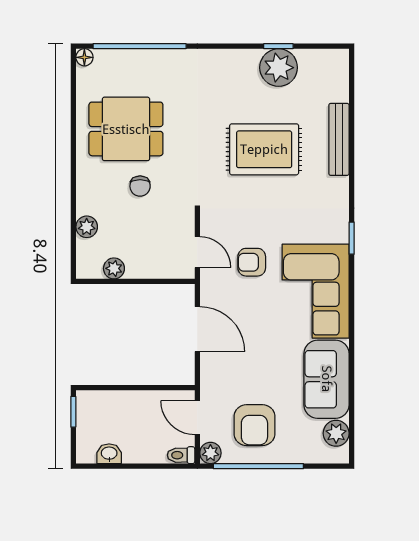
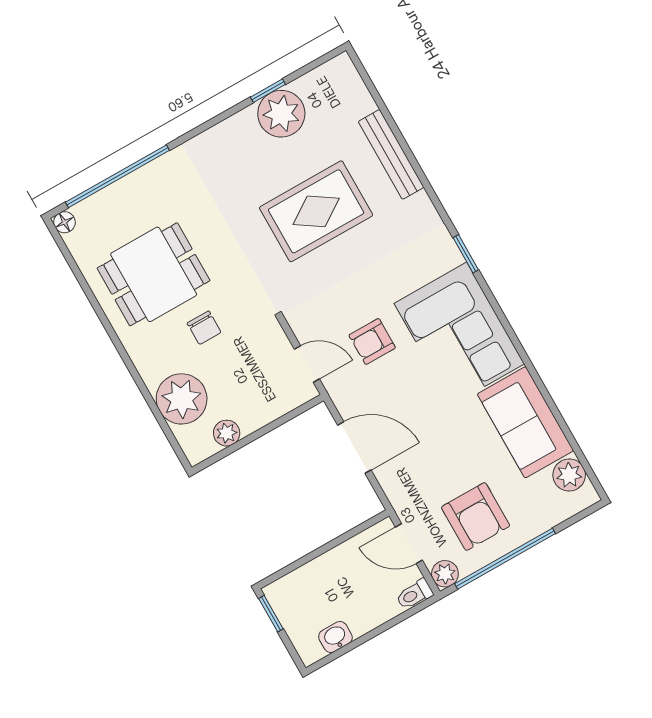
plant: (87, 227) -> (182, 399), width x1.87, depth x1.87

